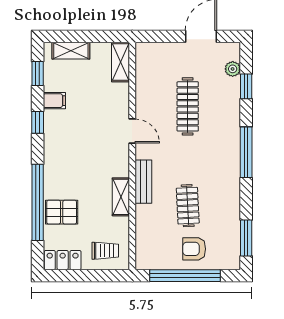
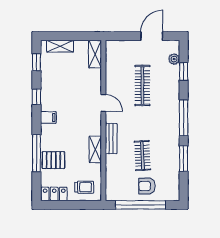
filing cabinet: (54, 101) -> (48, 118), moved
window: (38, 202) -> (36, 153), width x0.68
window: (246, 238) -> (184, 159), moved

